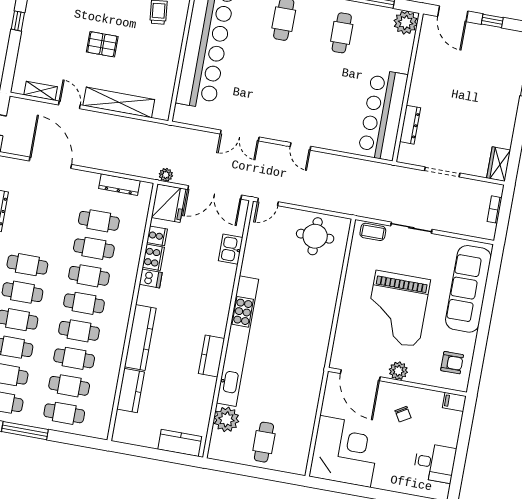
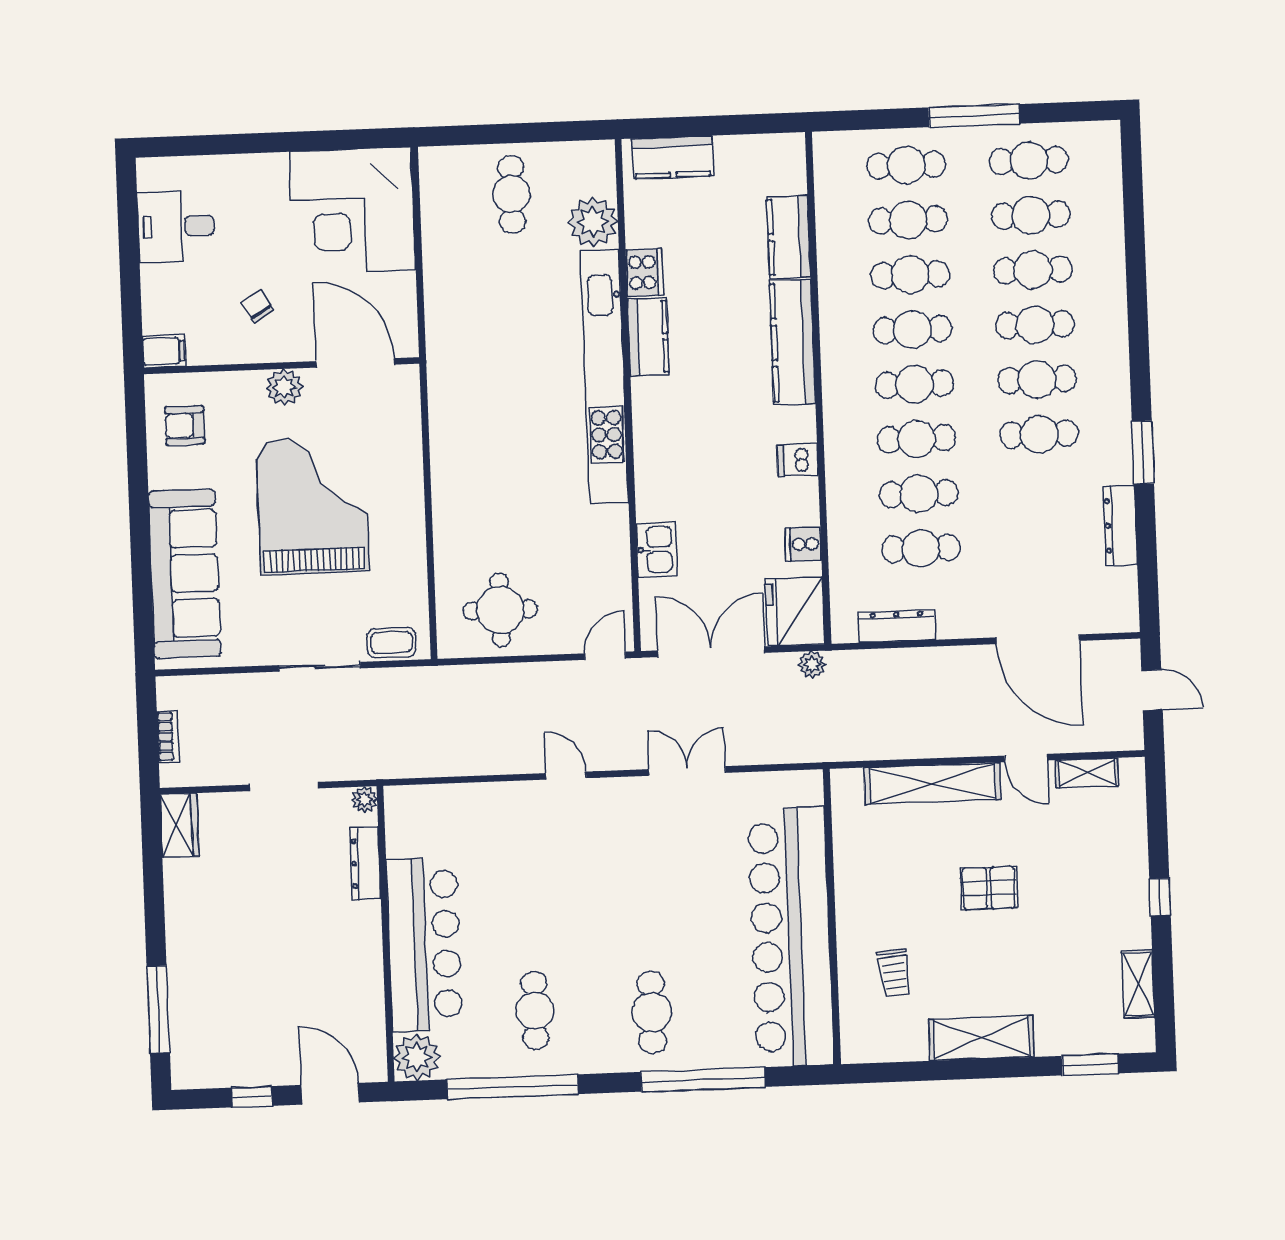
bar counter: (383, 115) -> (424, 944), moved
plant: (404, 157) -> (364, 799), added
cooker: (153, 257) -> (644, 272), moved, turned 180

